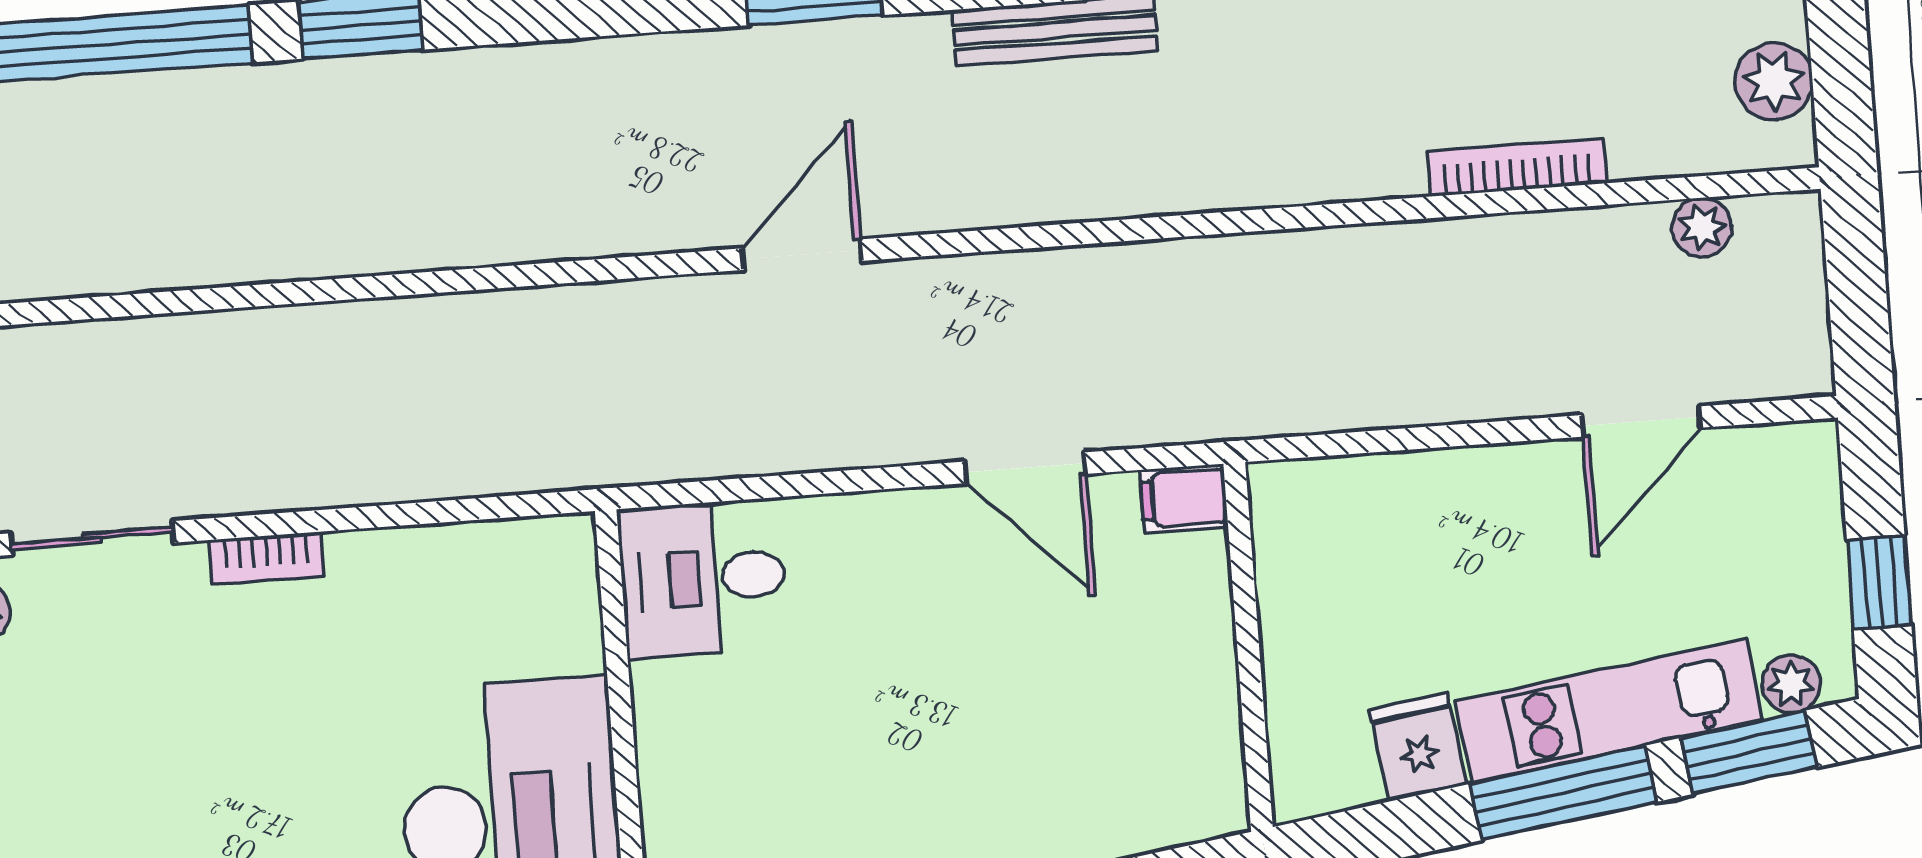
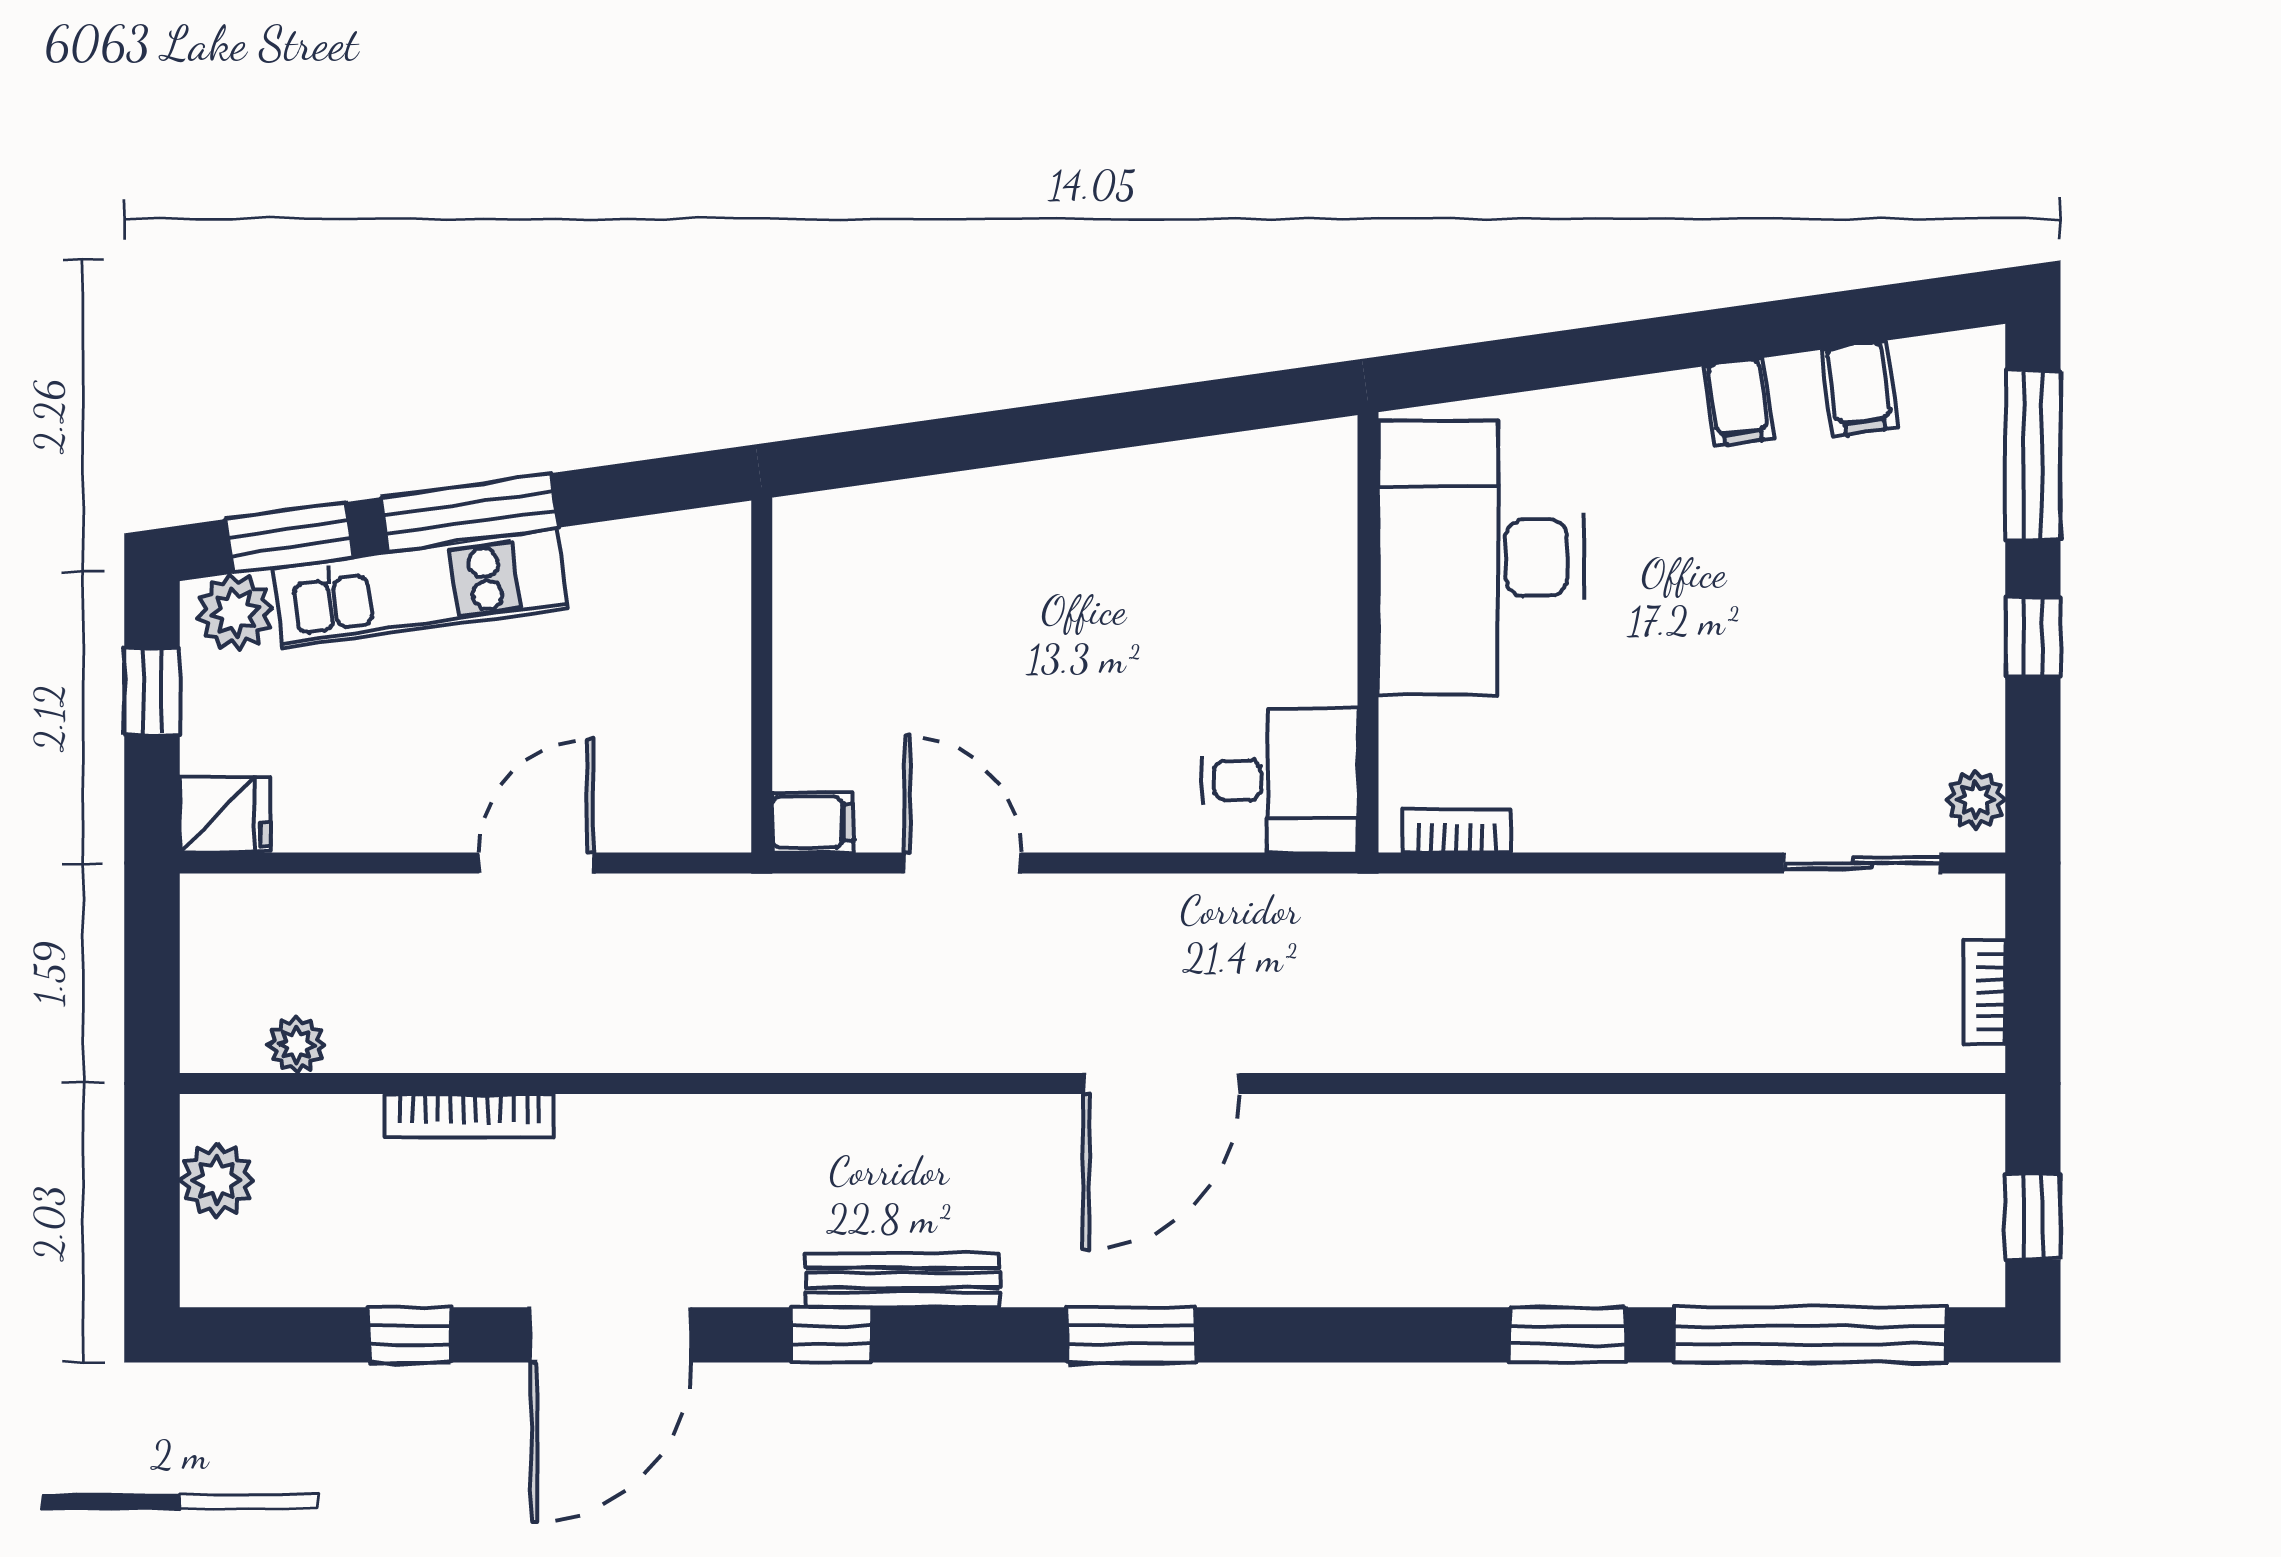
door: (802, 255) -> (1161, 1083), width x1.36
door: (1641, 421) -> (536, 863), moved
bookcase: (266, 558) -> (1457, 831), moved
plant: (1791, 684) -> (235, 612), width x1.38, depth x1.38
fridge: (1418, 747) -> (225, 814), moved, turned -82

